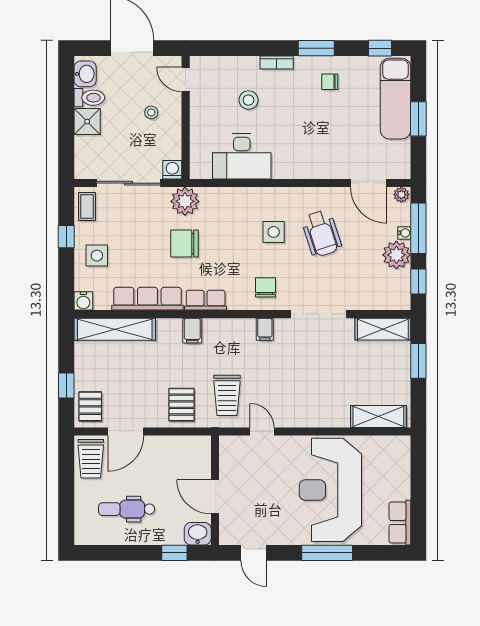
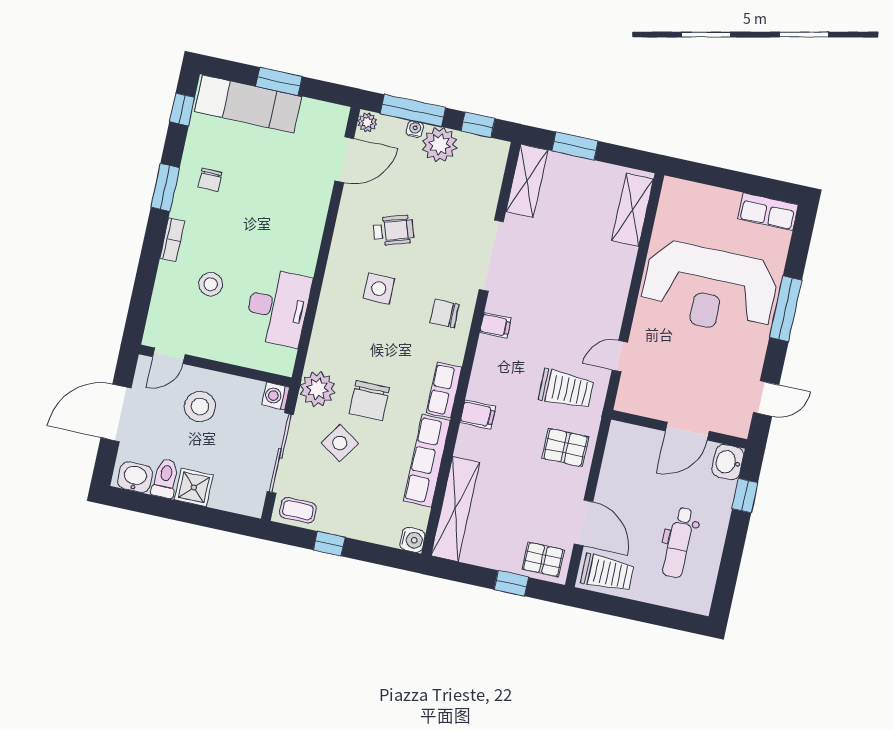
stool: (151, 112) -> (200, 406), width x1.89, depth x1.89
wheelchair: (321, 233) -> (393, 230), width x0.73, depth x0.73
side table: (97, 256) -> (340, 443), moved, turned 34

